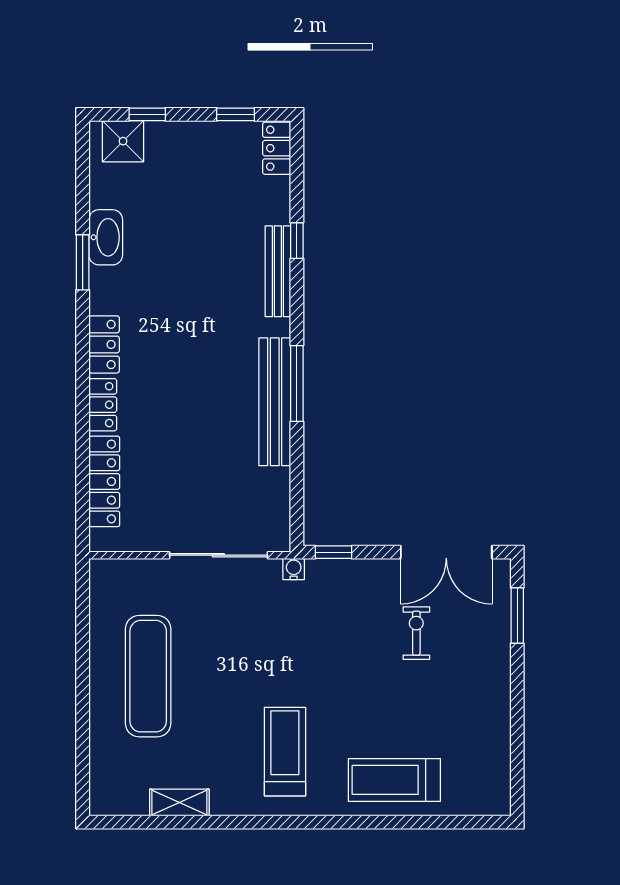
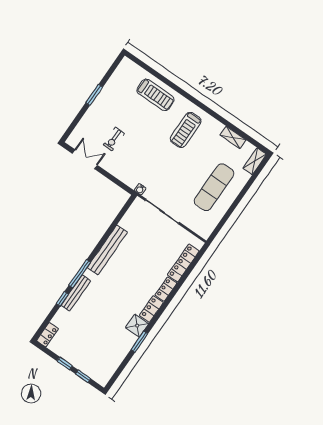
window: (236, 114) -> (65, 363), moved
shower: (123, 141) -> (137, 326), moved
washbasin: (106, 237) -> (126, 345), removed
window: (297, 383) -> (80, 274), moved
window: (333, 552) -> (123, 186), removed
double door: (446, 552) -> (85, 159), width x0.73
window: (517, 616) -> (94, 95), moved
shelving: (103, 785) -> (255, 161), added

